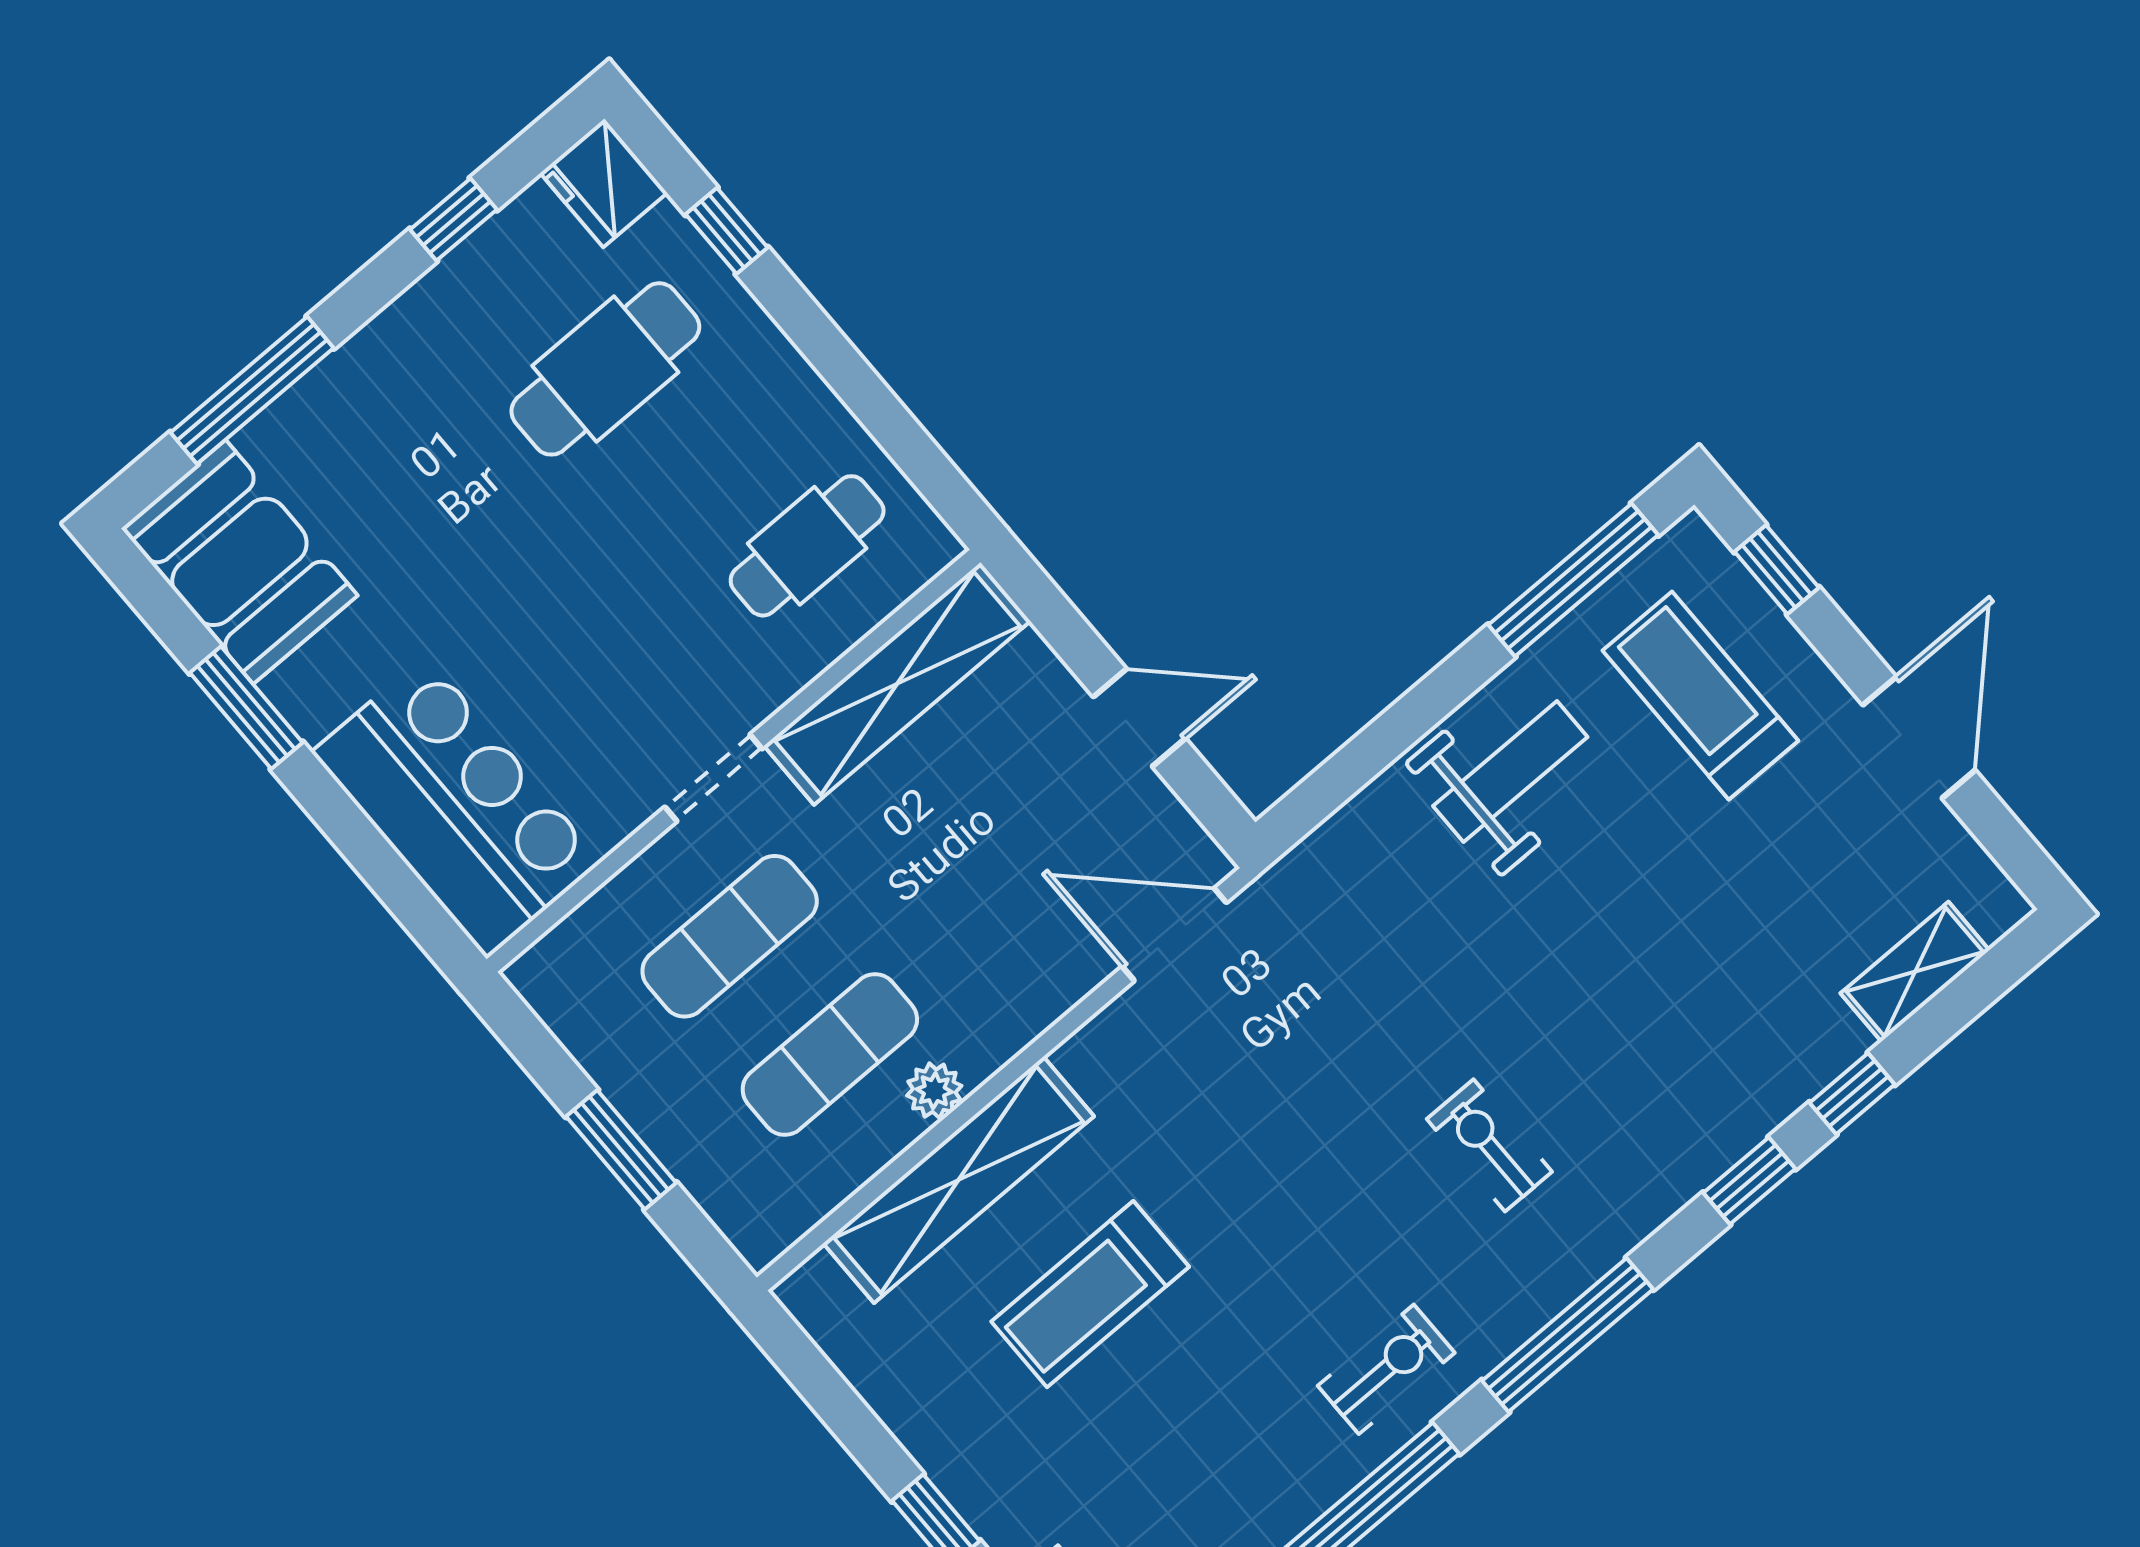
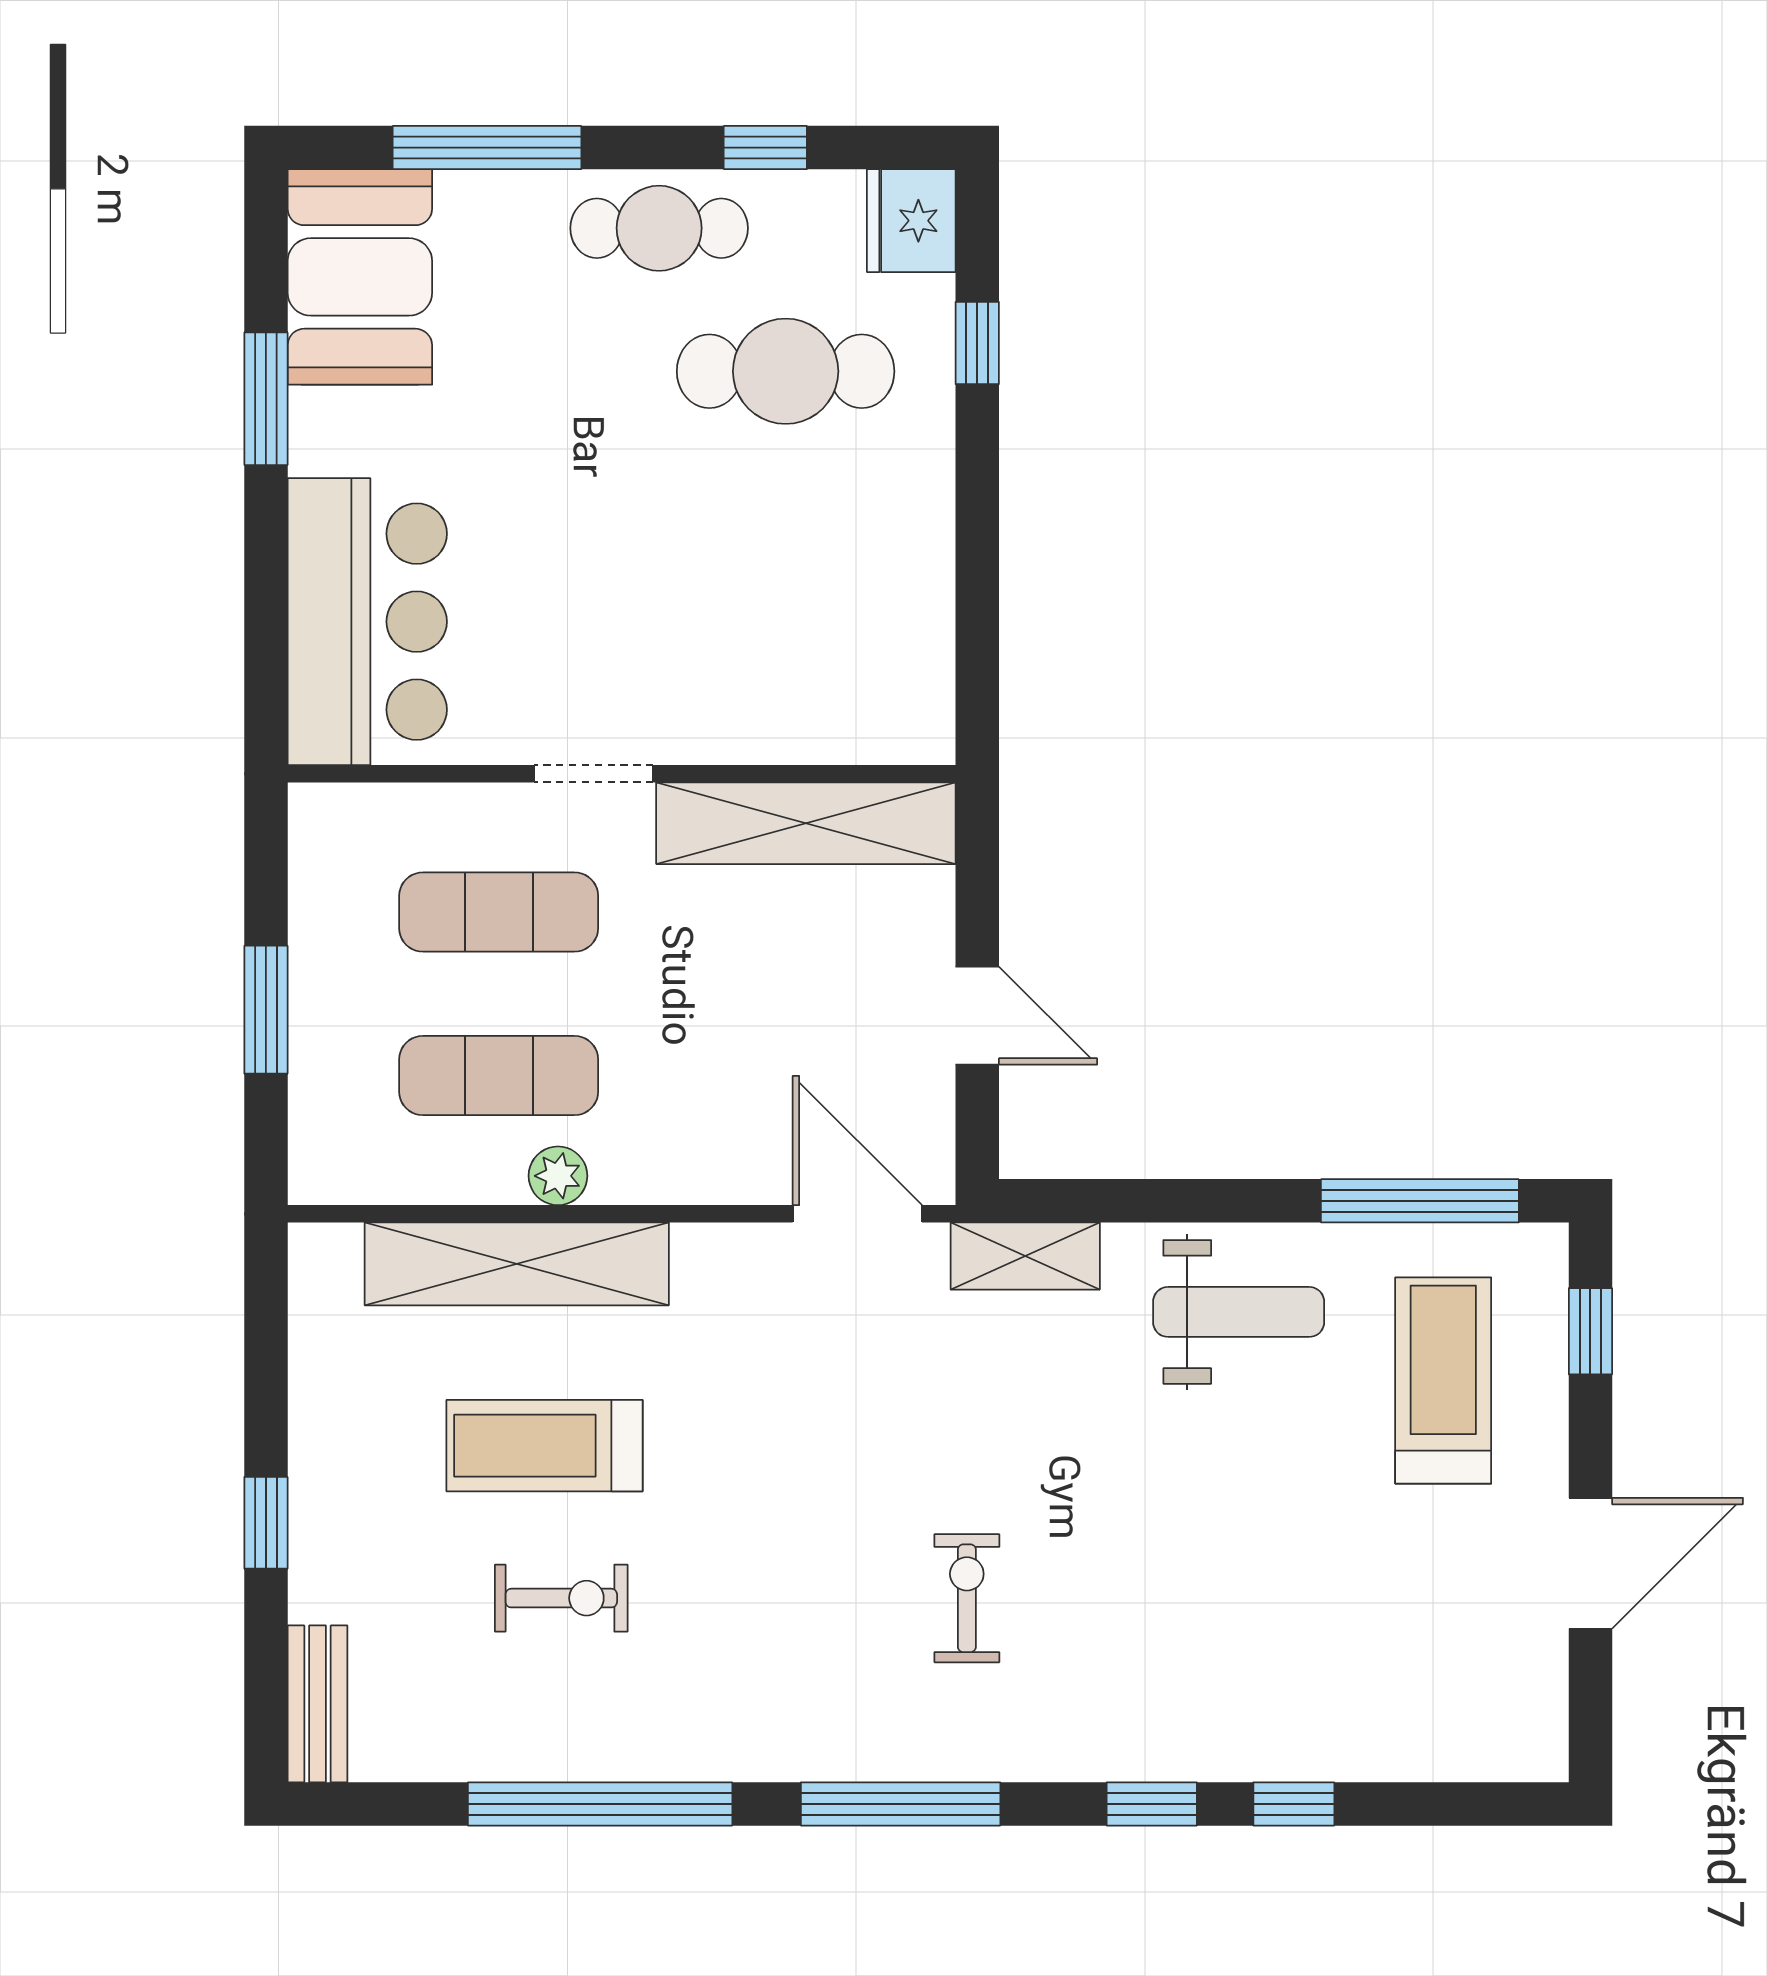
cafe table: (807, 546) -> (659, 228), moved
shelving: (1915, 972) -> (1025, 1256), moved
exercise bike: (1386, 1369) -> (561, 1598), moved

